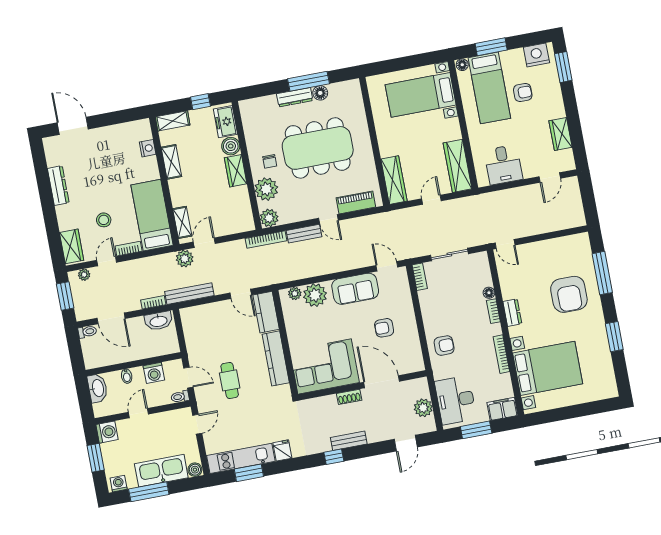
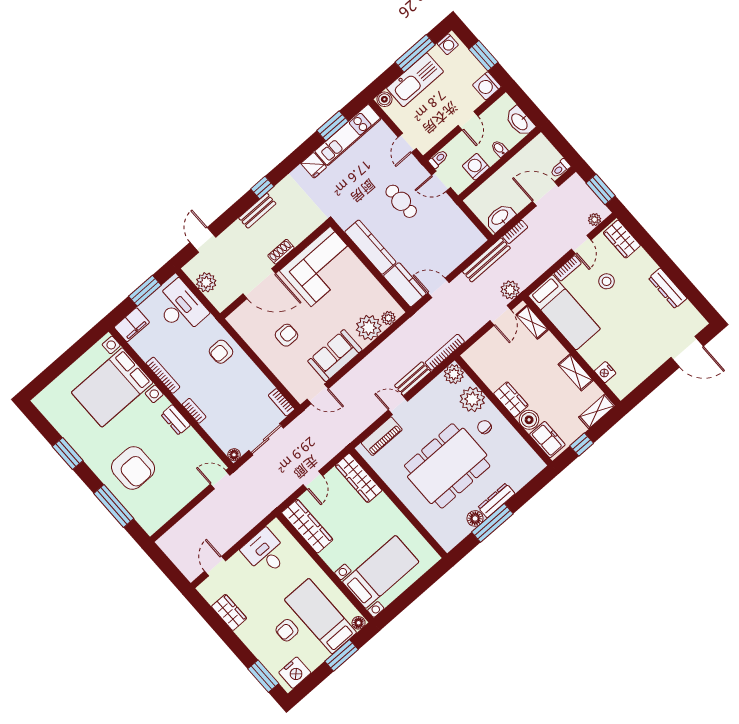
floor lamp: (489, 293) -> (234, 455), moved
armchair: (569, 294) -> (133, 468), turned 180

